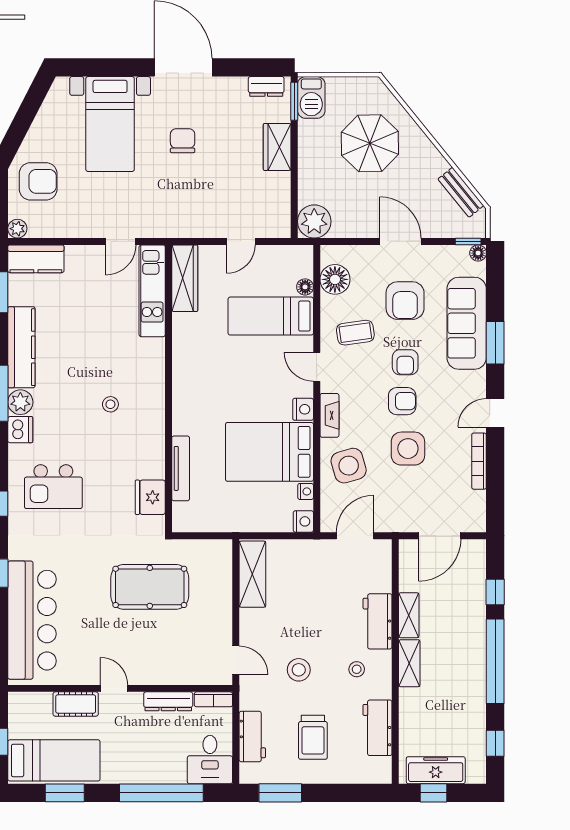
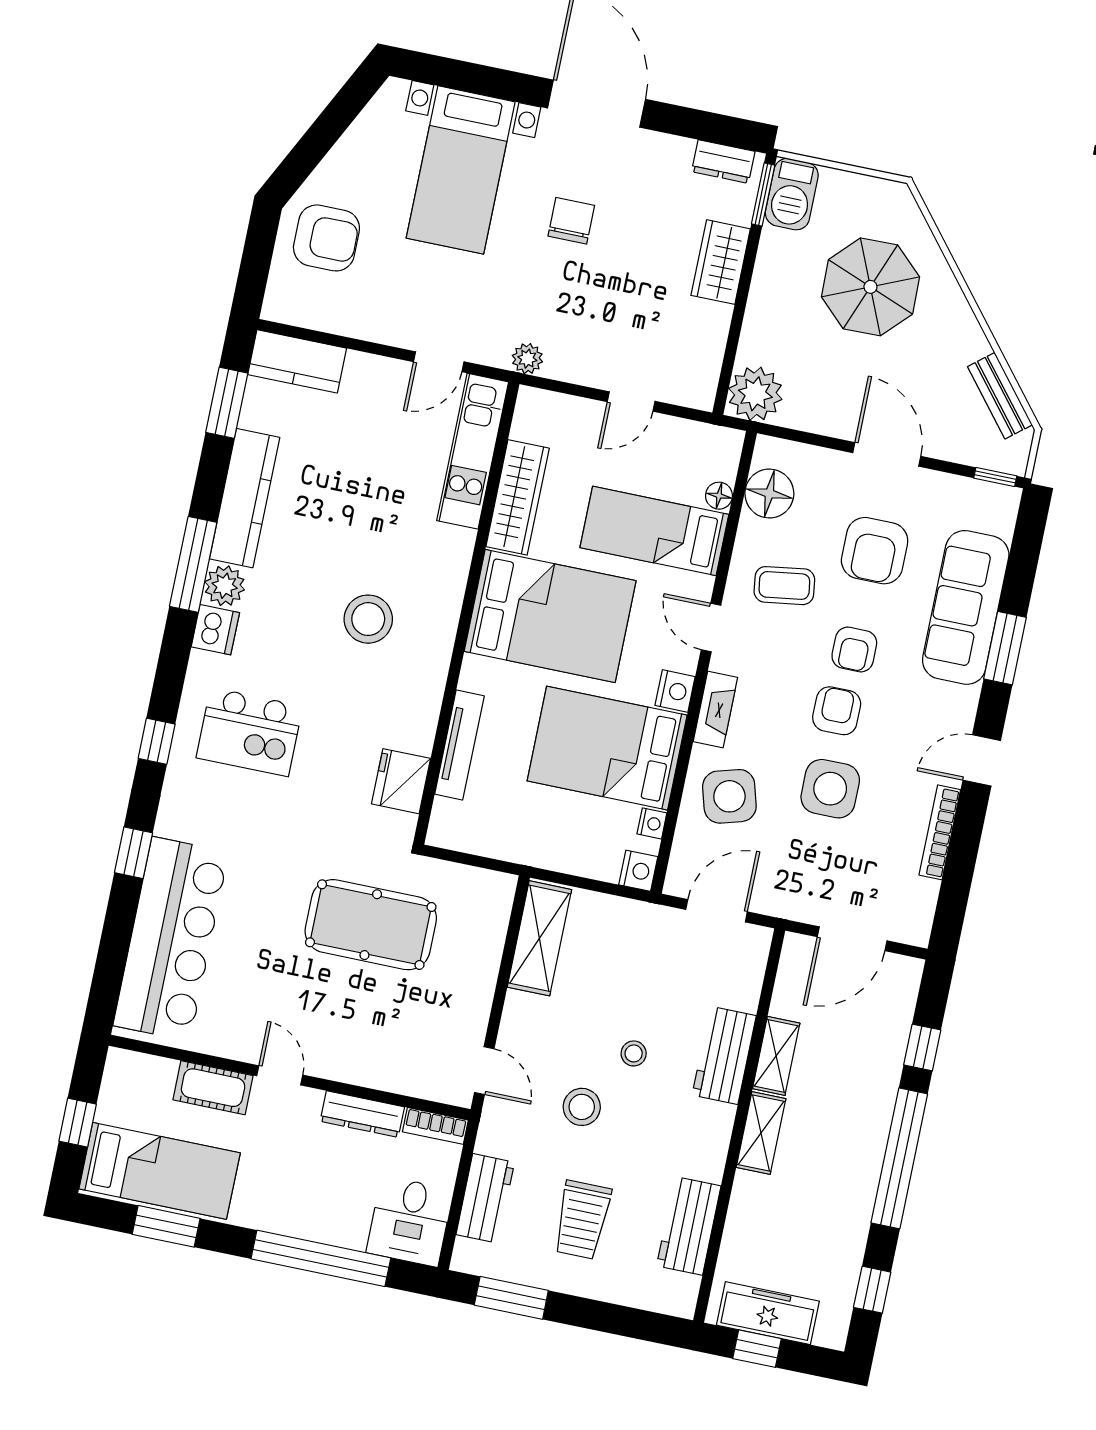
plant: (17, 229) -> (527, 359), moved
floor lamp: (478, 253) -> (1007, 499), removed
wardrobe: (185, 278) -> (518, 497), moved
bed: (219, 380) -> (550, 616), added
armchair: (402, 401) -> (837, 711), turned -90
stool: (110, 404) -> (368, 619), width x1.89, depth x1.89
stool: (357, 669) -> (634, 1053), moved

